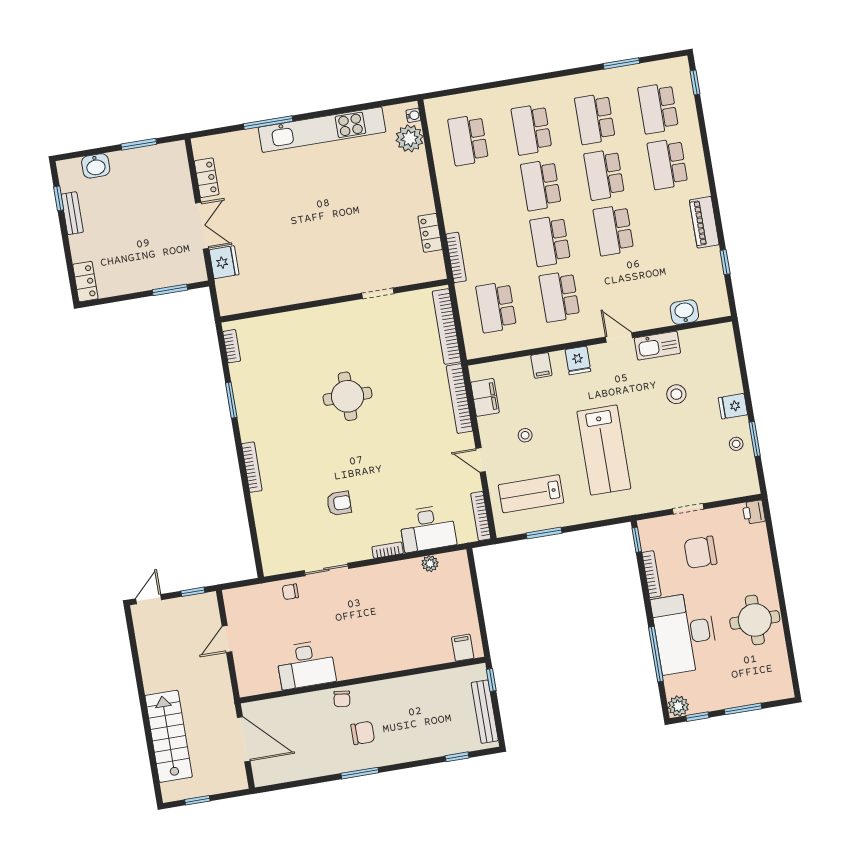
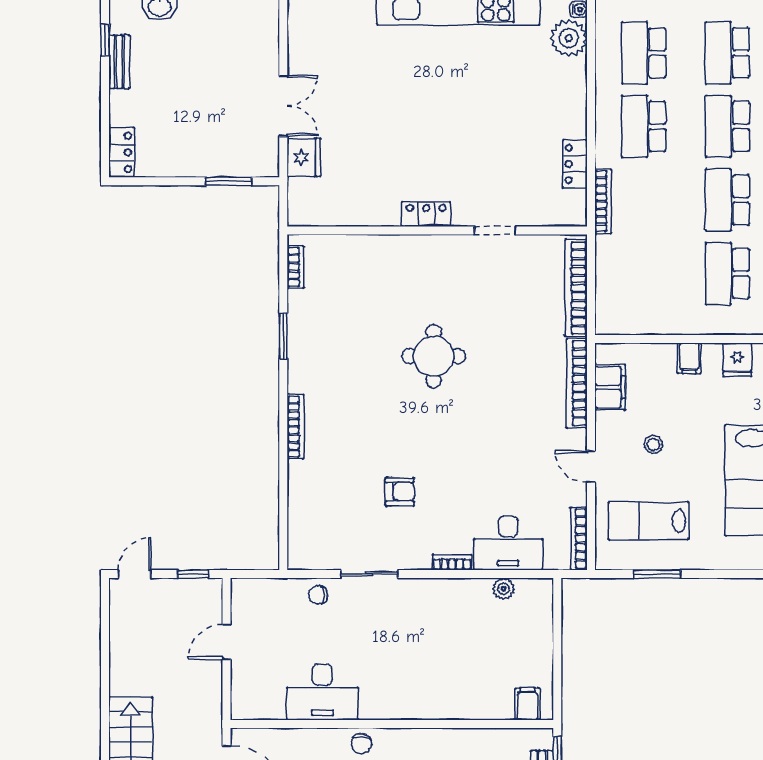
locker: (207, 178) -> (426, 214), moved, turned -90
school desk: (496, 307) -> (644, 126), moved

